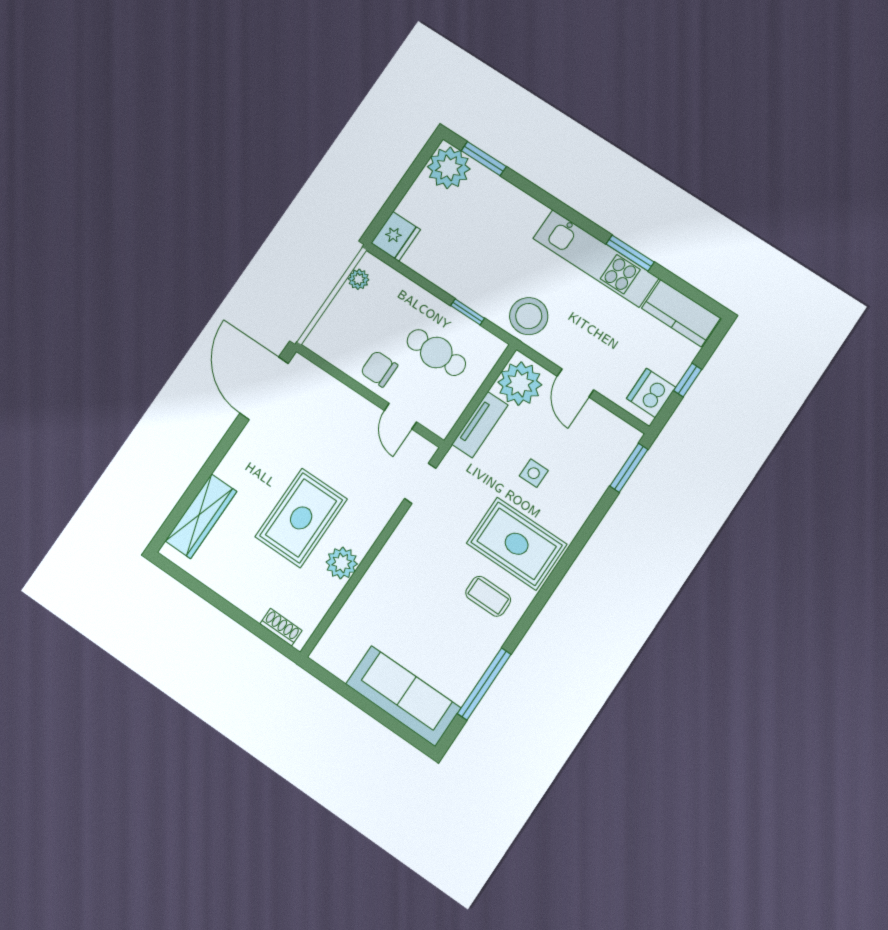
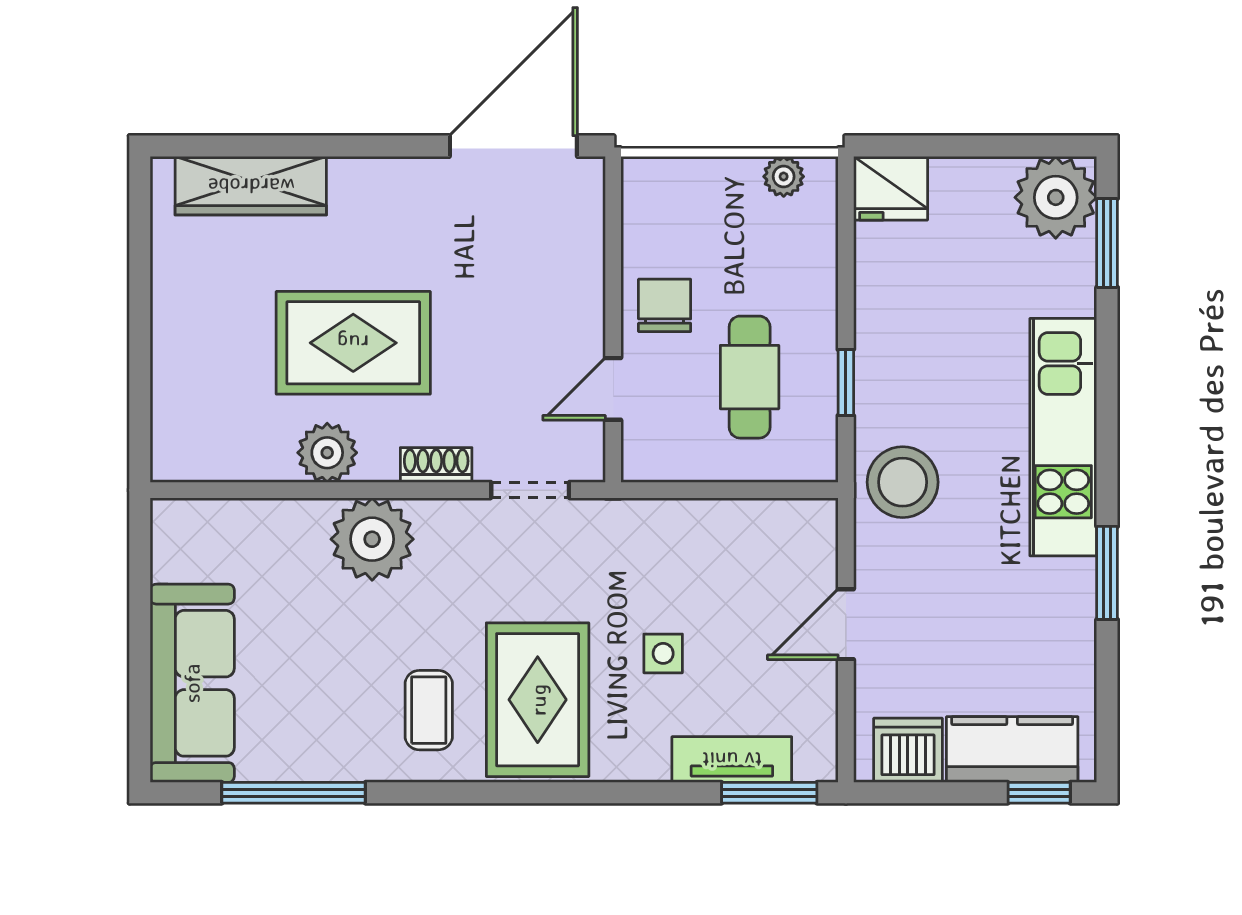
kitchen unit: (596, 258) -> (1063, 437), moved
kitchen counter: (681, 313) -> (1012, 750), moved, turned 90
window: (688, 380) -> (1039, 793), moved
plant: (520, 384) -> (372, 539), moved
tv unit: (480, 425) -> (732, 760), moved, turned 180
shoe rack: (281, 627) -> (436, 465), moved, turned -90

